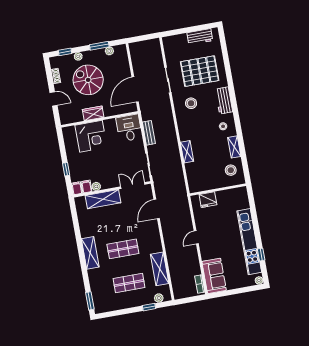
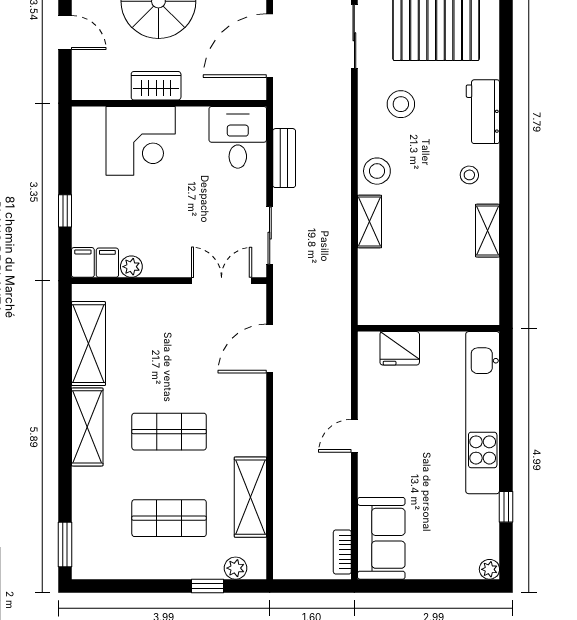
stool: (231, 170) -> (377, 171), moved
shelving: (103, 199) -> (88, 344), moved, turned 90
kitchen unit: (249, 242) -> (483, 413), moved

